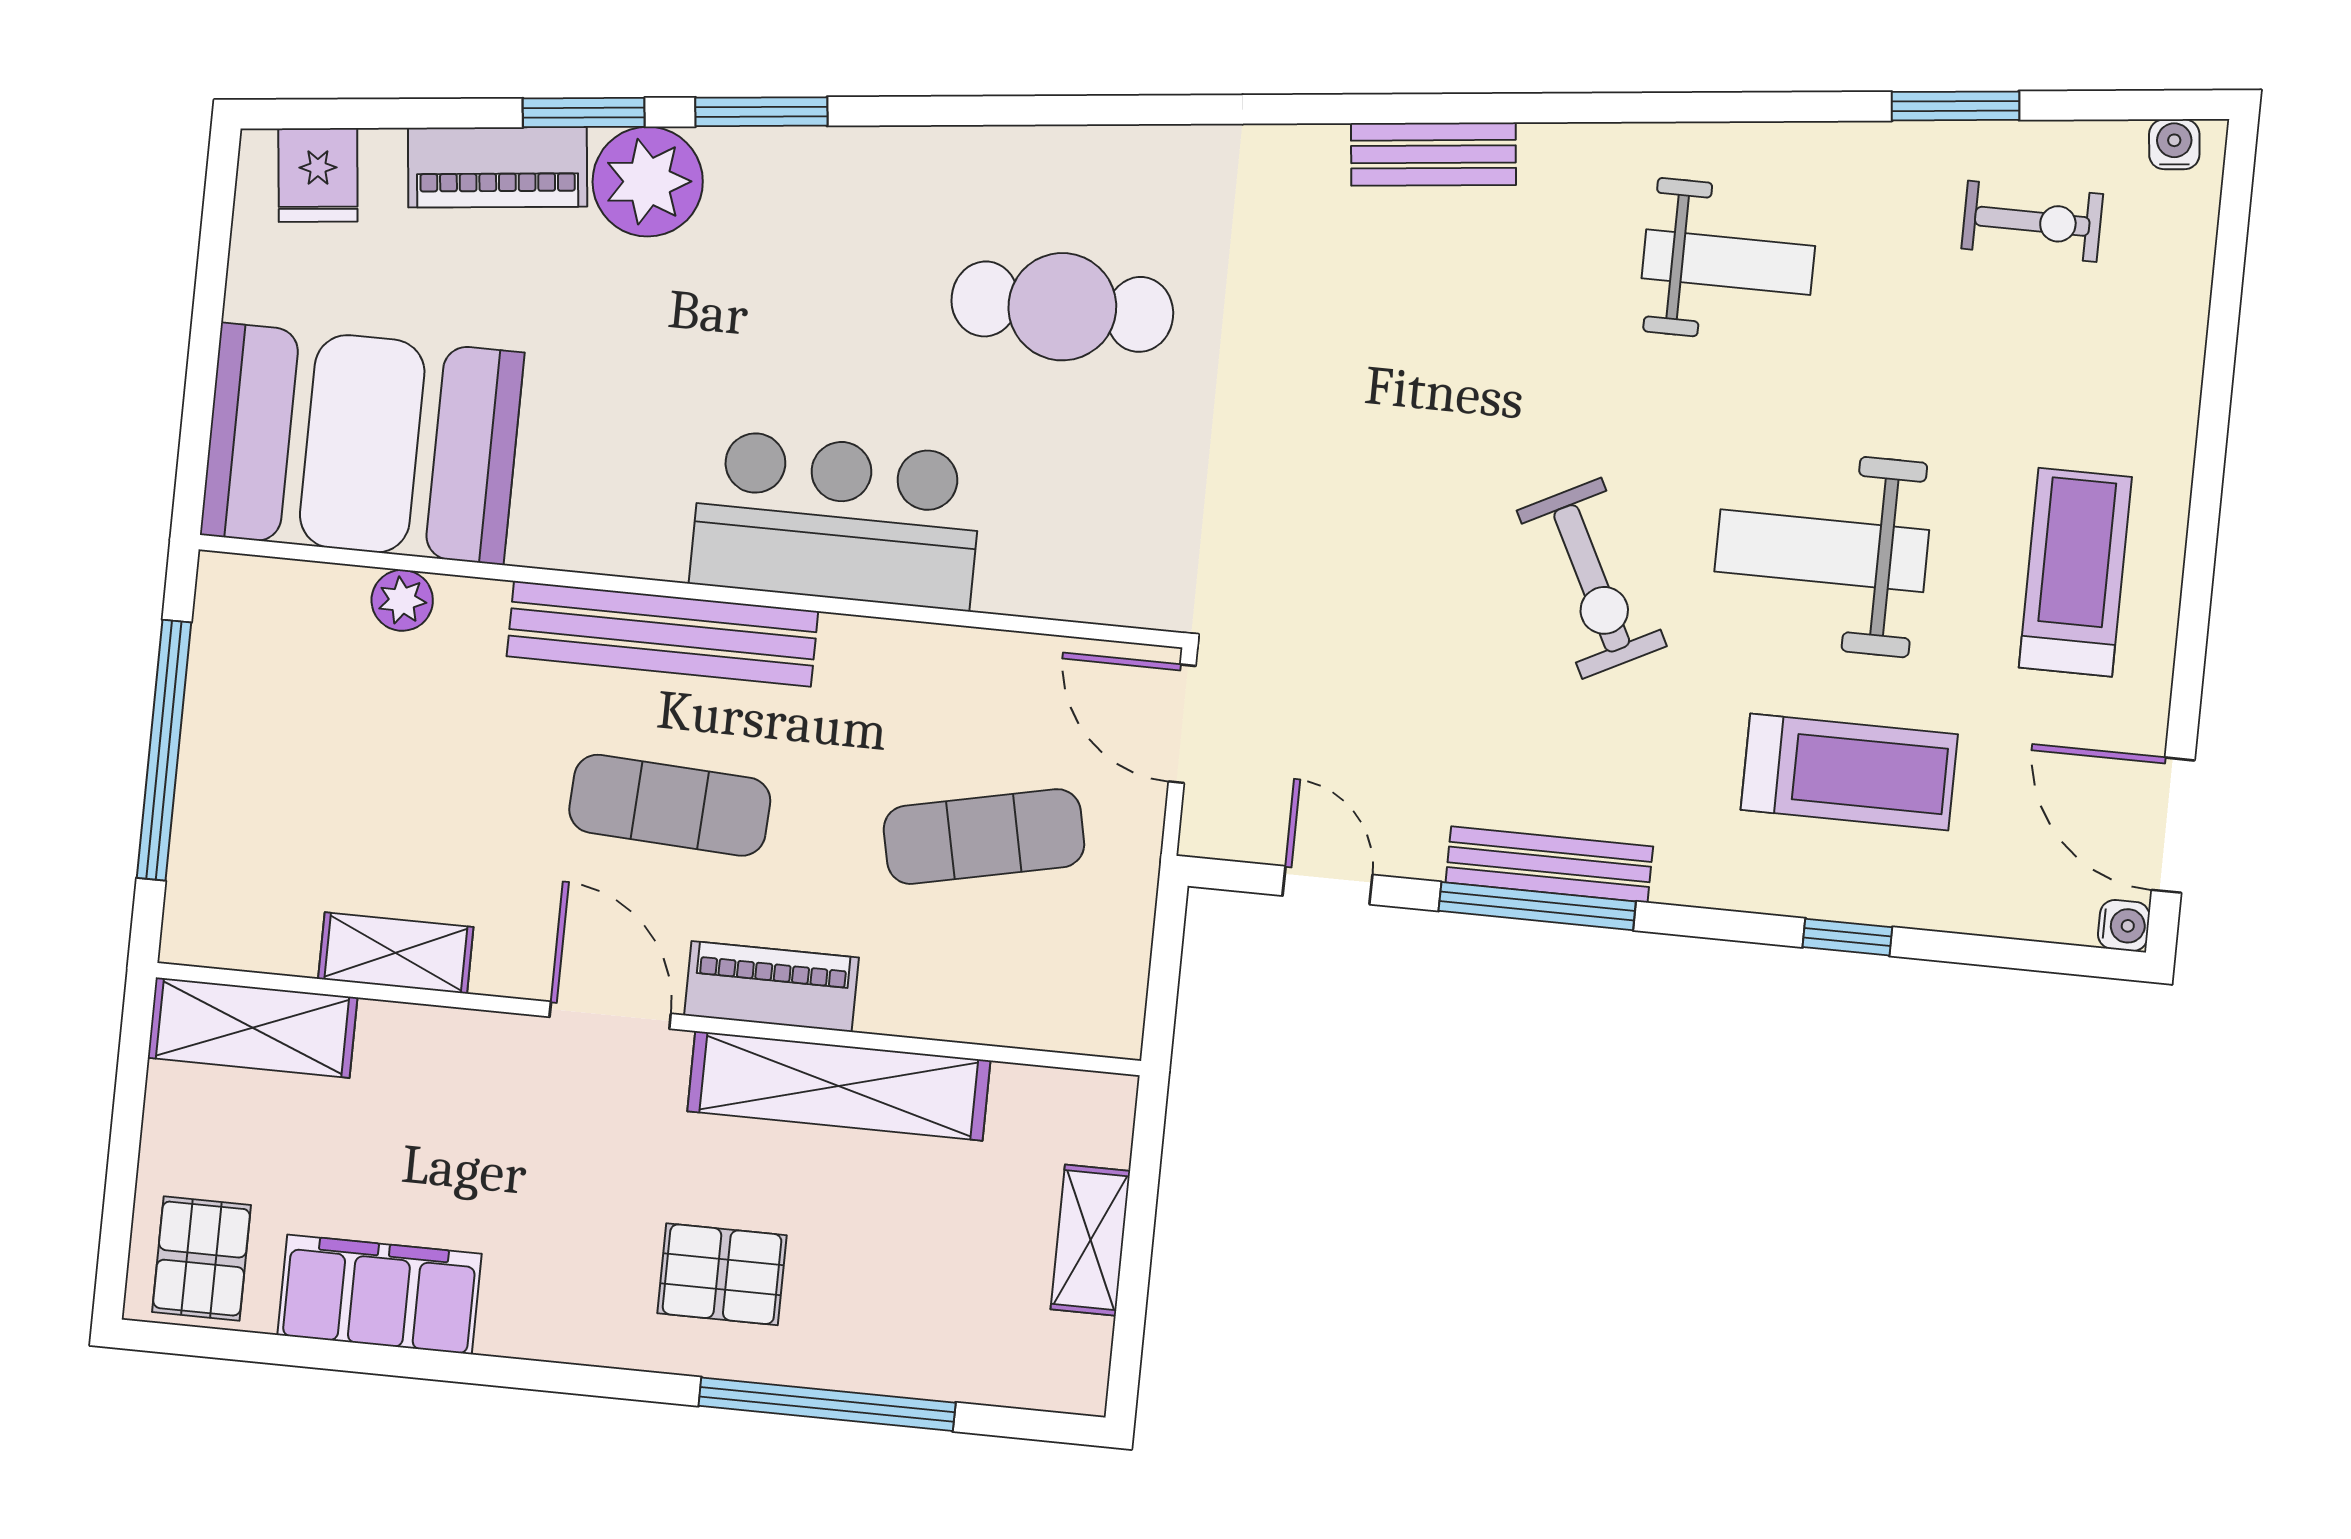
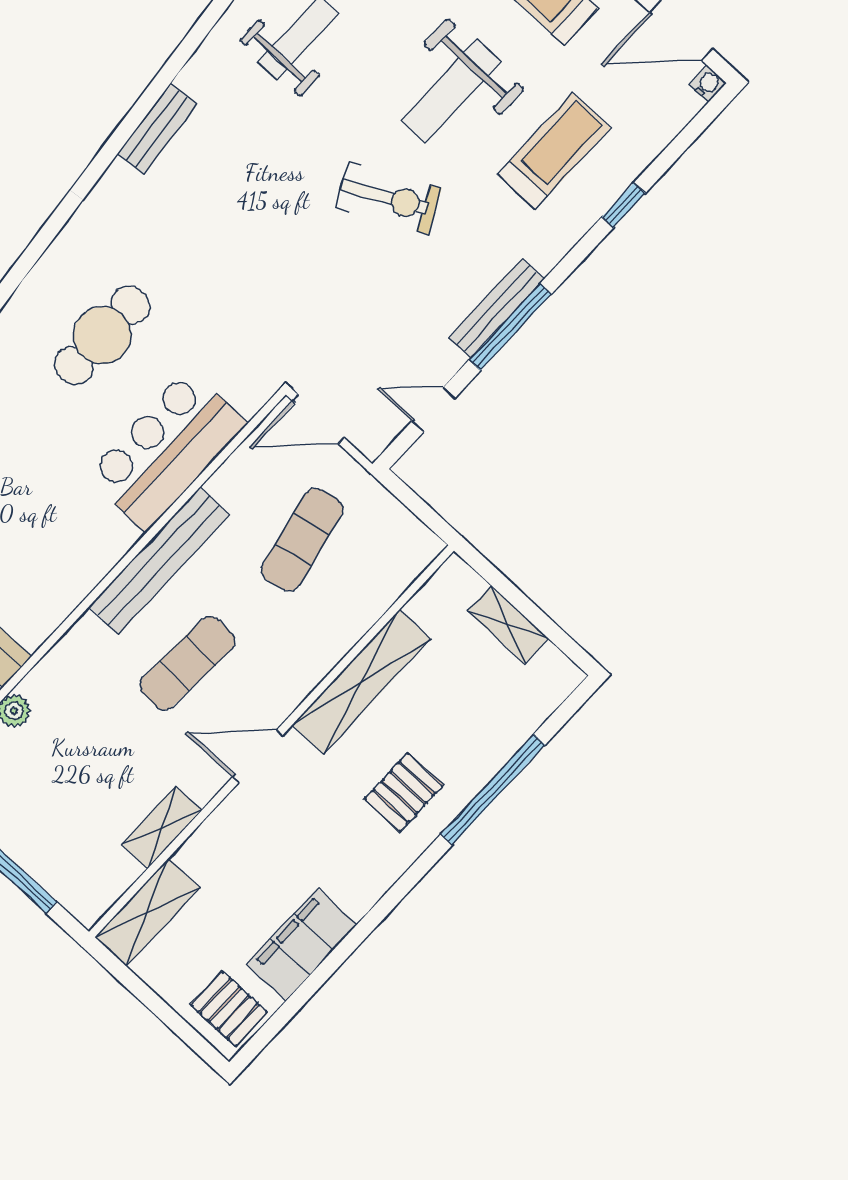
bar counter: (837, 520) -> (167, 450), moved
bench: (662, 634) -> (159, 561), moved
piano: (772, 986) -> (297, 678), removed

